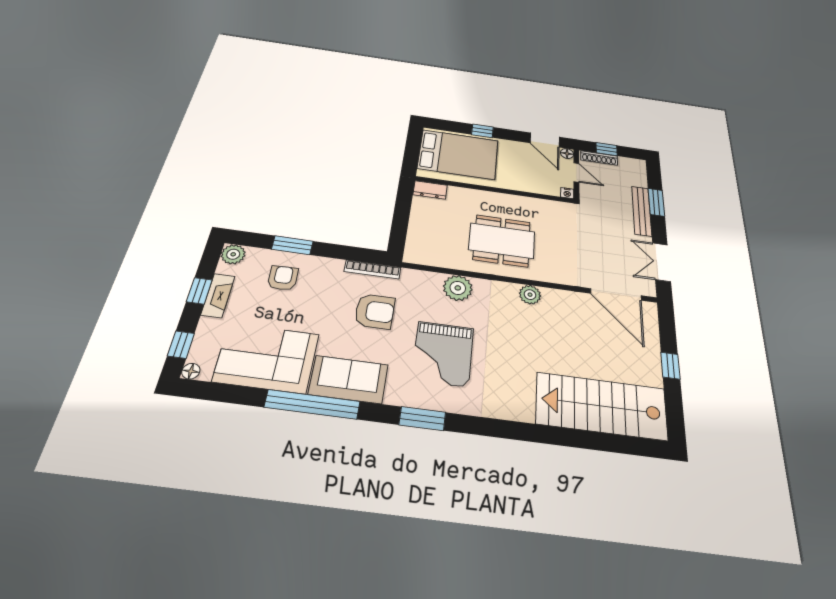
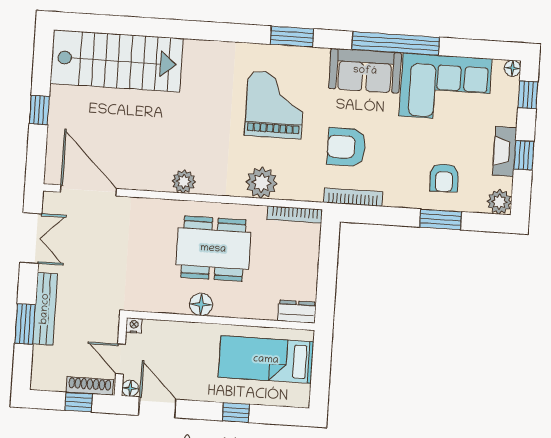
bed: (458, 154) -> (266, 360), width x0.67
floor lamp: (512, 202) -> (201, 304), added
bookcase: (428, 260) -> (295, 214), added

